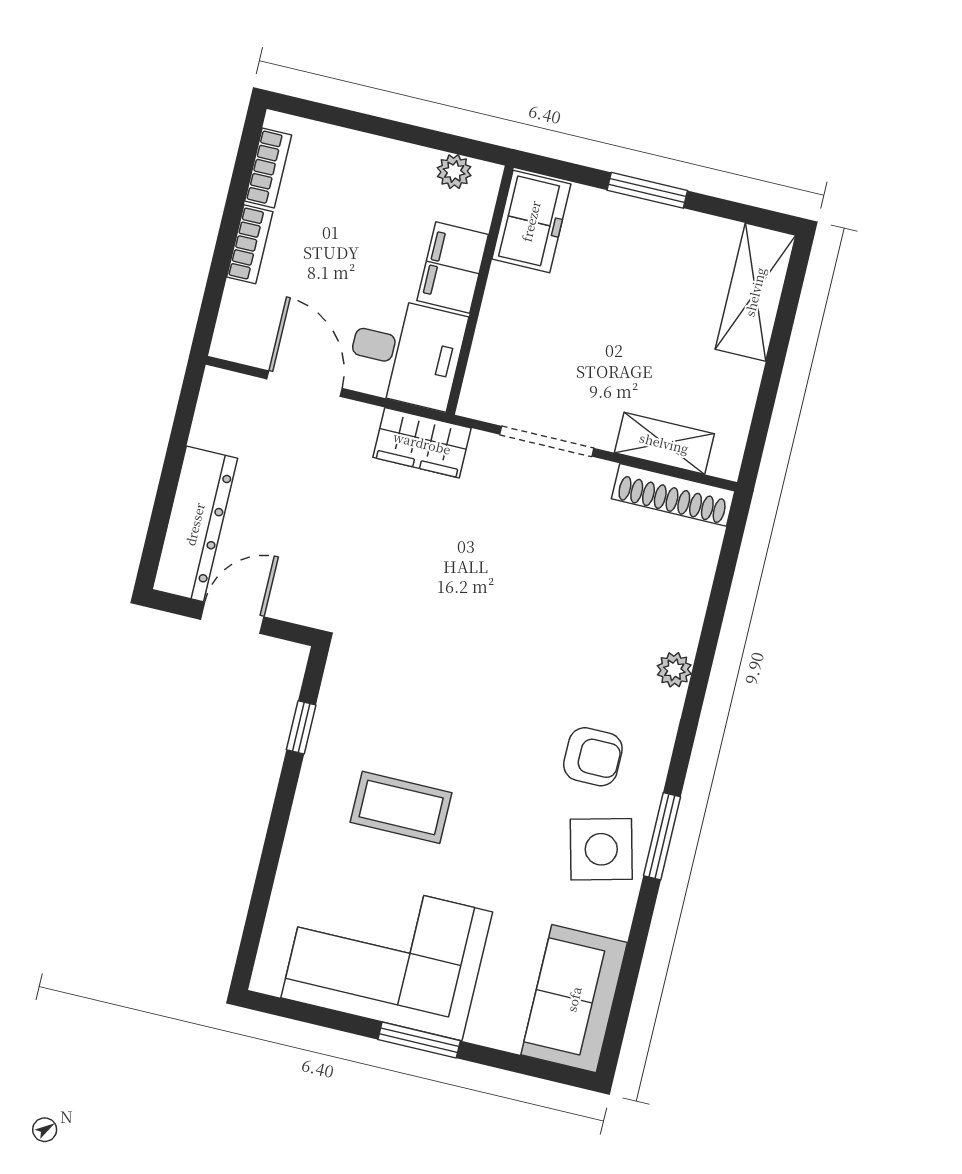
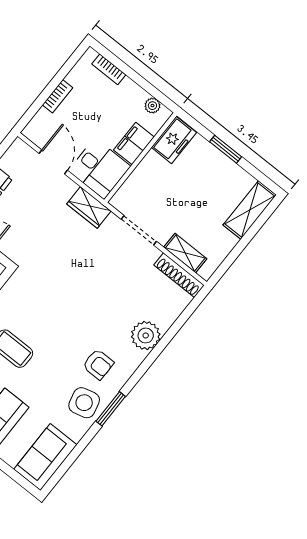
bookcase: (268, 168) -> (109, 69), moved, turned 90
plant: (674, 670) -> (146, 335), width x1.87, depth x1.87

